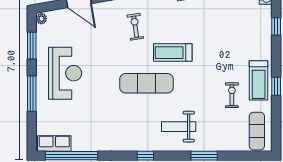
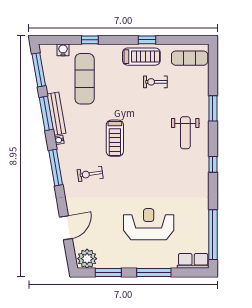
plant: (41, 19) -> (87, 259), width x1.87, depth x1.87
reception desk: (65, 73) -> (149, 224), moved
exercise mat: (146, 83) -> (85, 79), moved
row of seats: (54, 143) -> (193, 261), moved, turned 90

